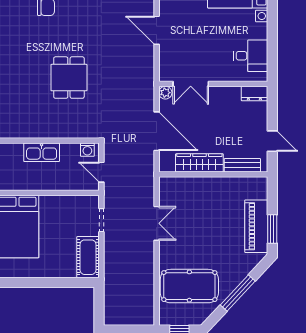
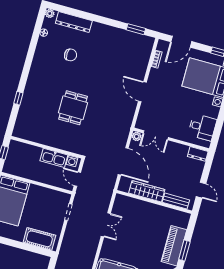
kitchen sink: (42, 152) -> (54, 158), moved
cot: (88, 257) -> (39, 239), moved, turned 90

